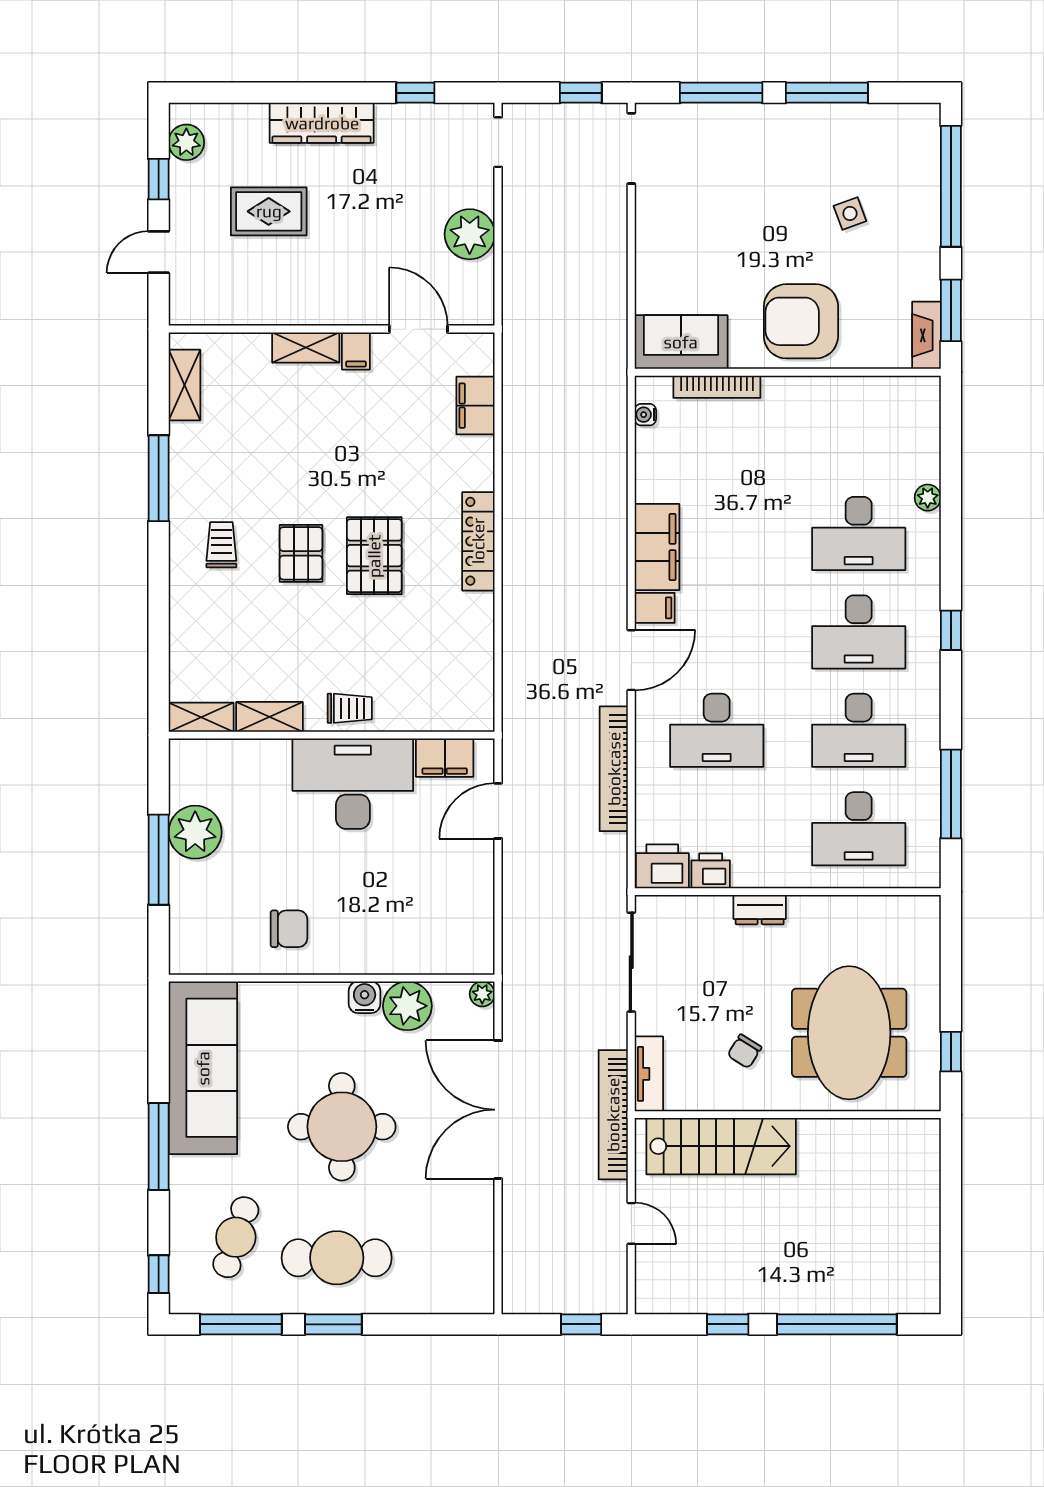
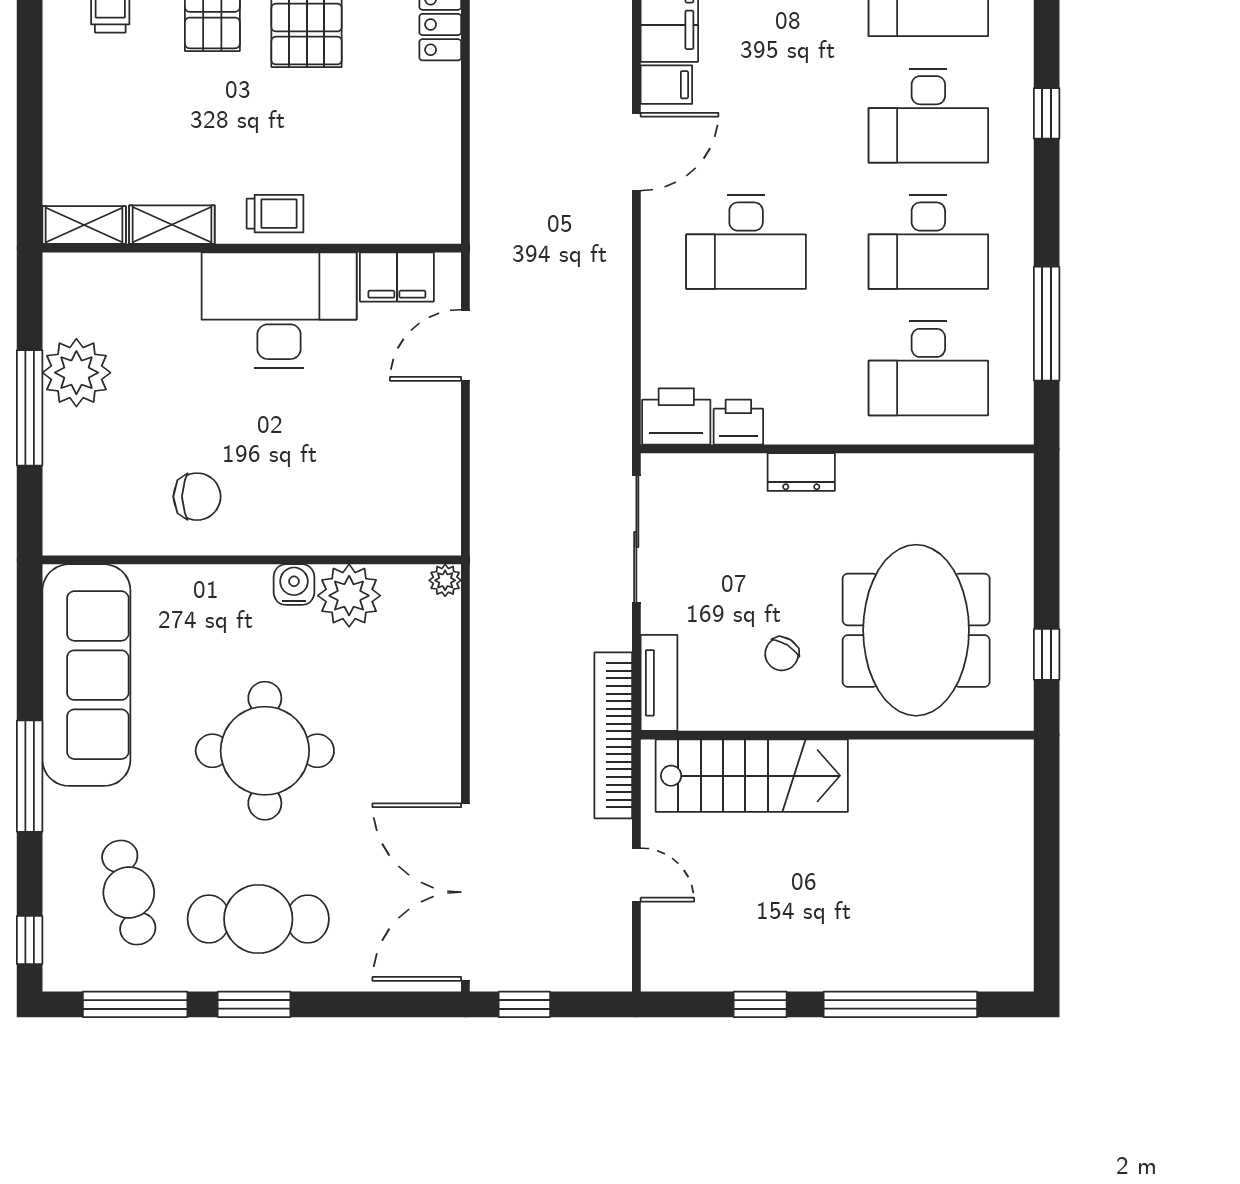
bookcase: (614, 769) -> (614, 291), removed
double door: (498, 1110) -> (465, 892), moved
cafe table: (236, 1237) -> (129, 893), turned -32
window: (581, 1324) -> (524, 1004), moved

